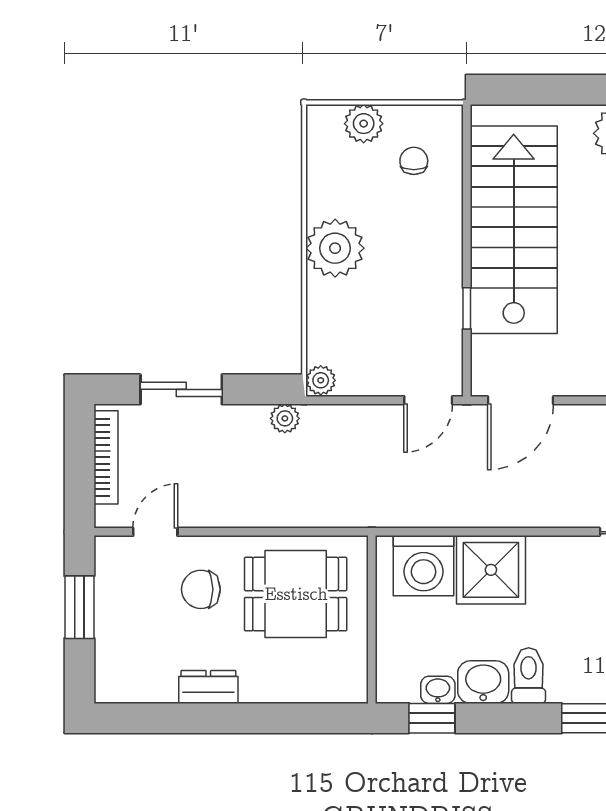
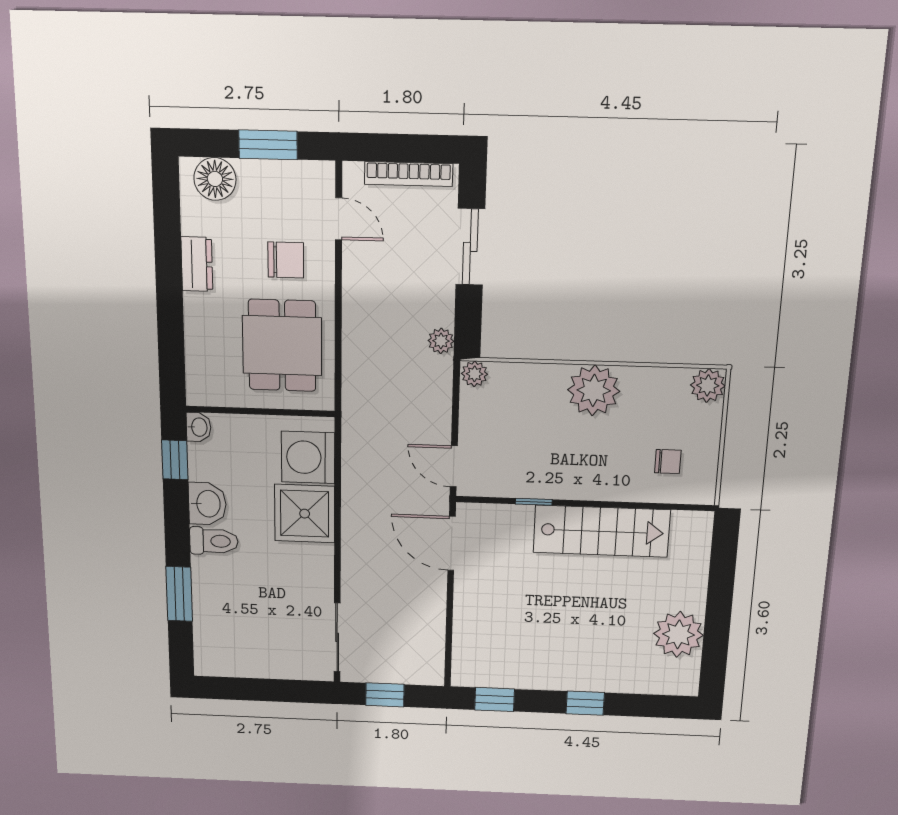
plant: (364, 124) -> (708, 385), moved
stairs: (514, 230) -> (602, 531), width x0.73, depth x0.66
chair: (201, 589) -> (286, 260), turned 90
floor lamp: (117, 665) -> (215, 179), added
washbasin: (438, 690) -> (199, 427), moved

